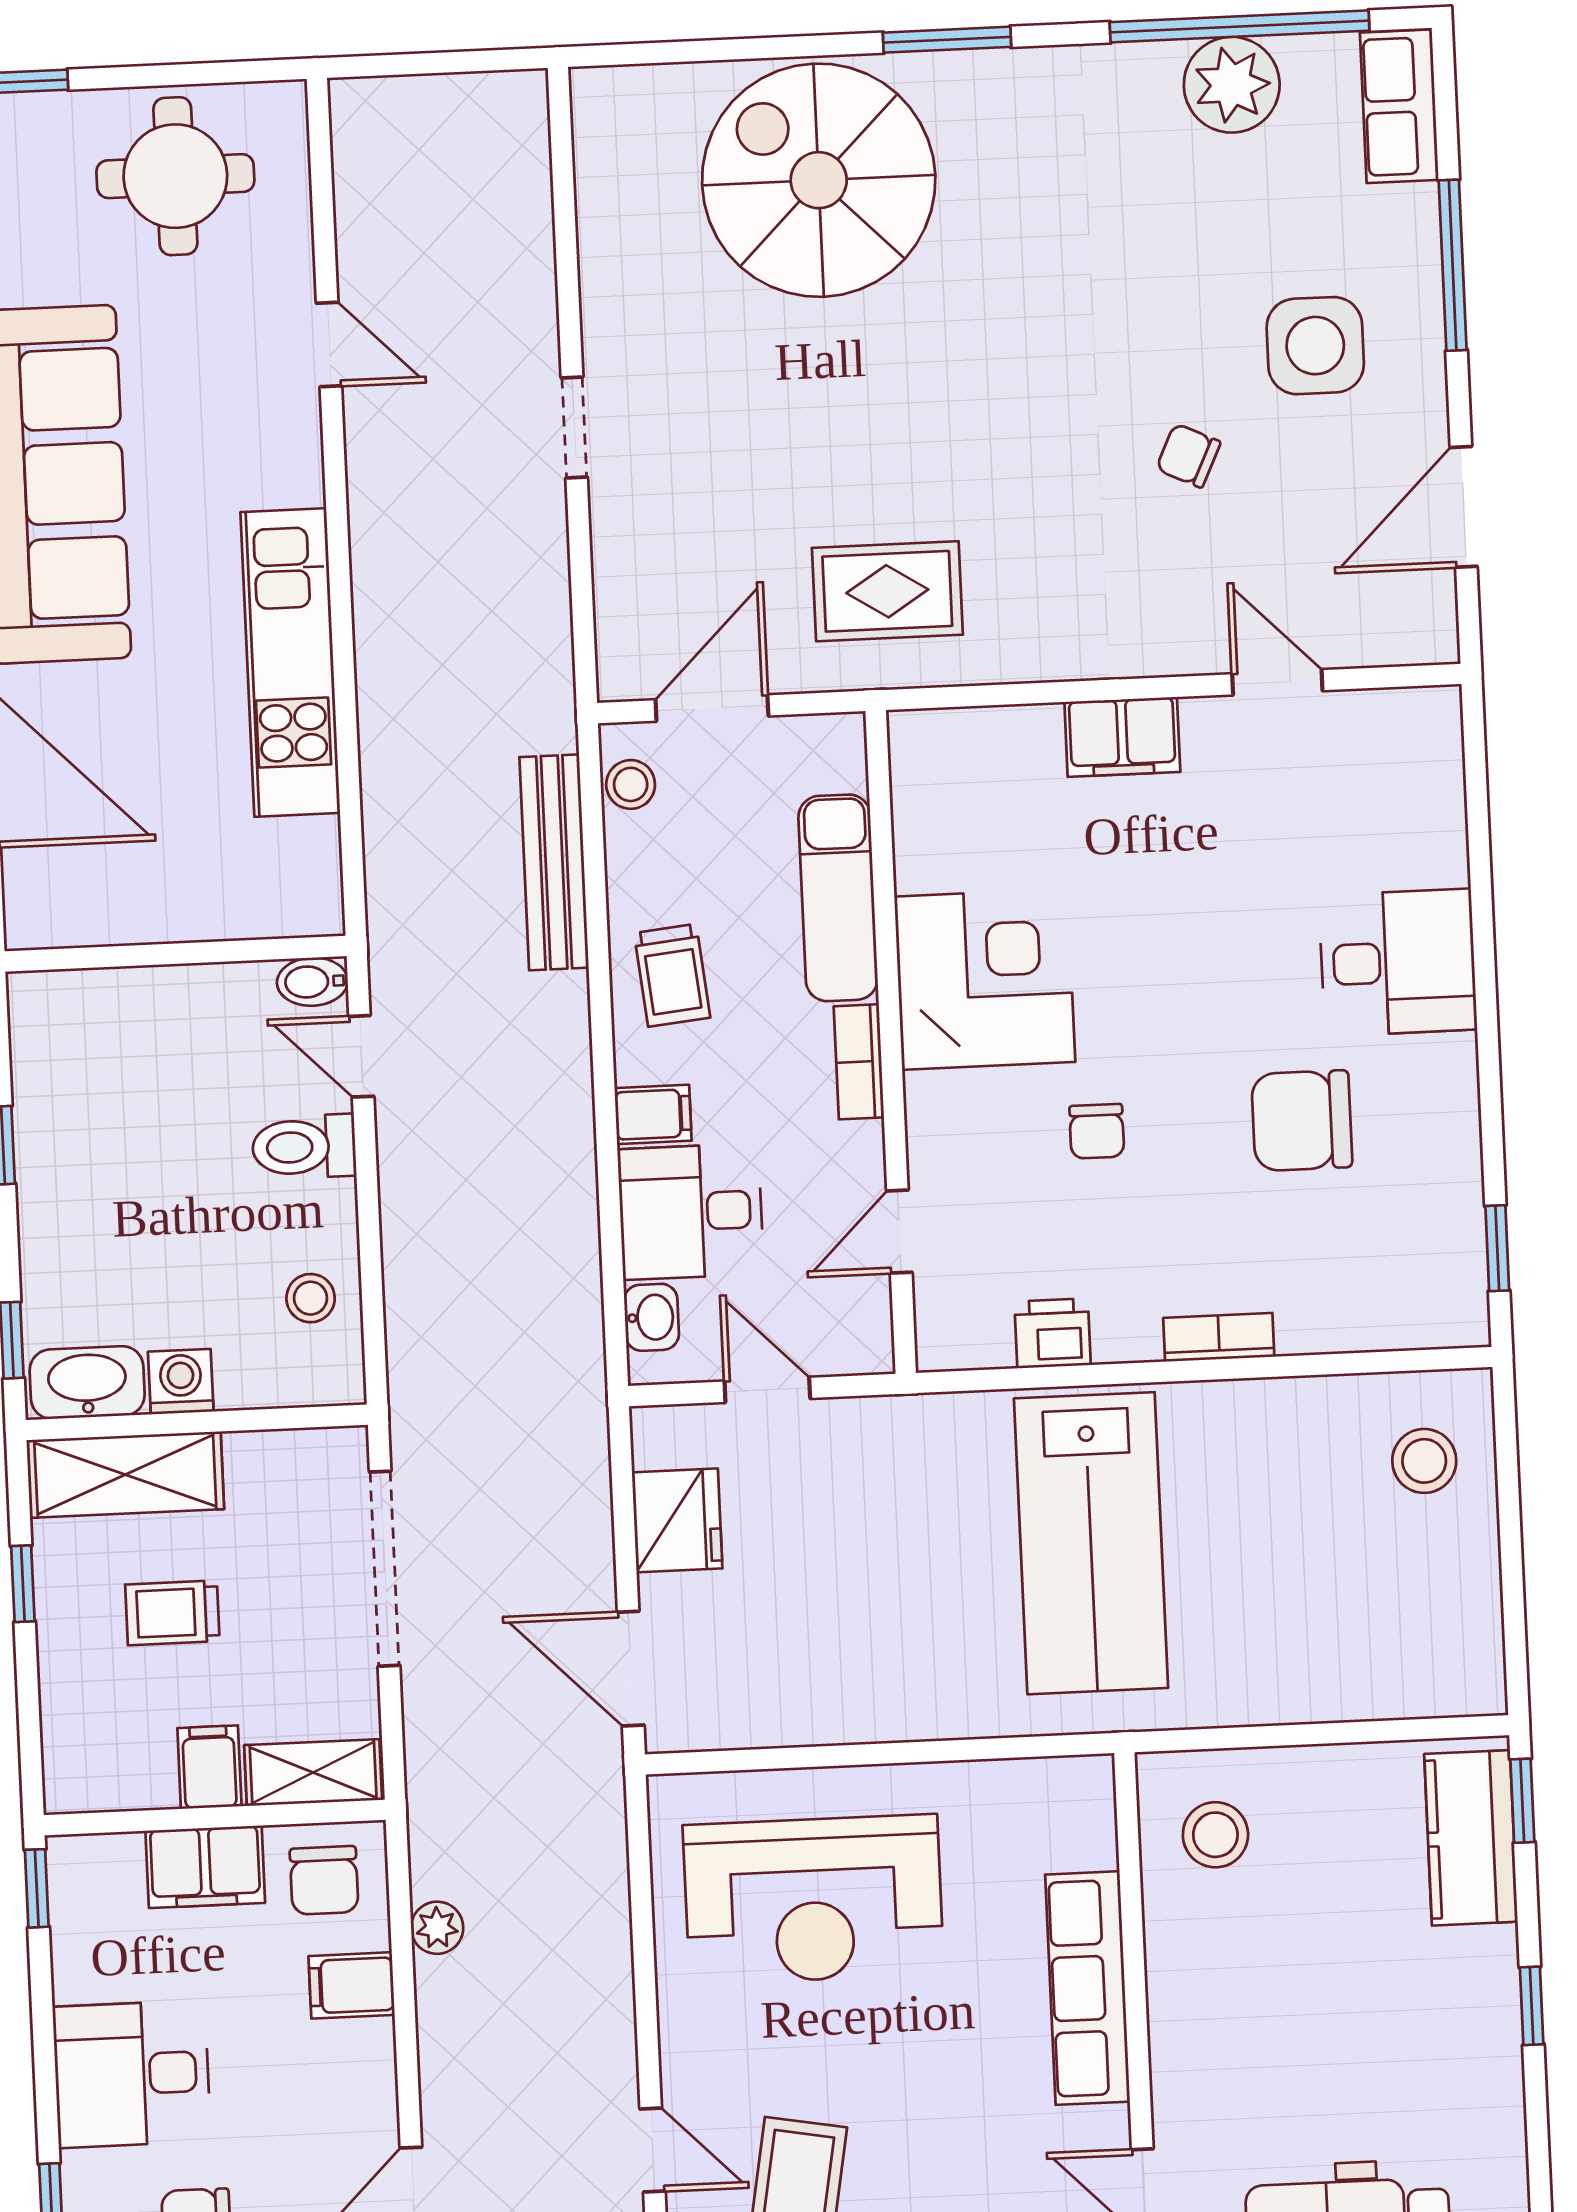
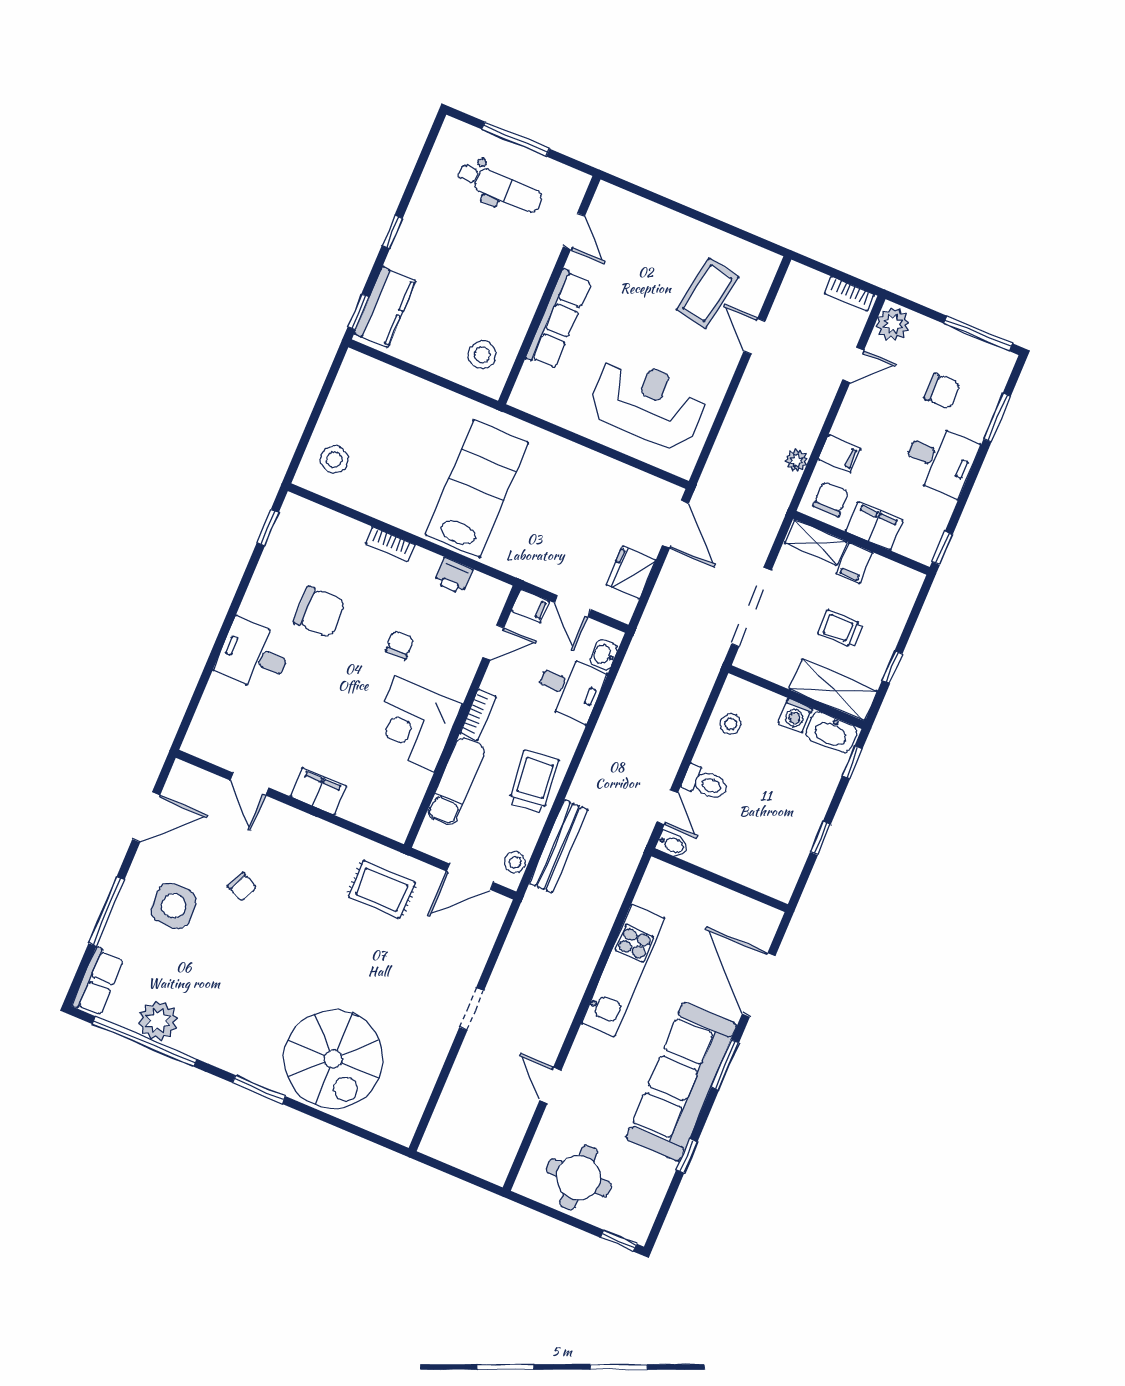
trolley: (672, 975) -> (534, 782), width x1.36, depth x1.39
filing cabinet: (653, 1114) -> (531, 606), moved, turned 180
trolley: (172, 1613) -> (840, 629), turned 180

